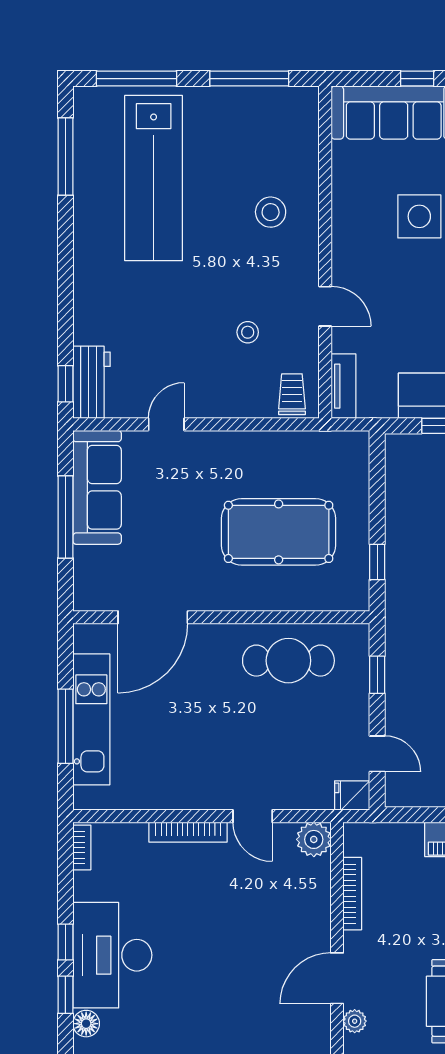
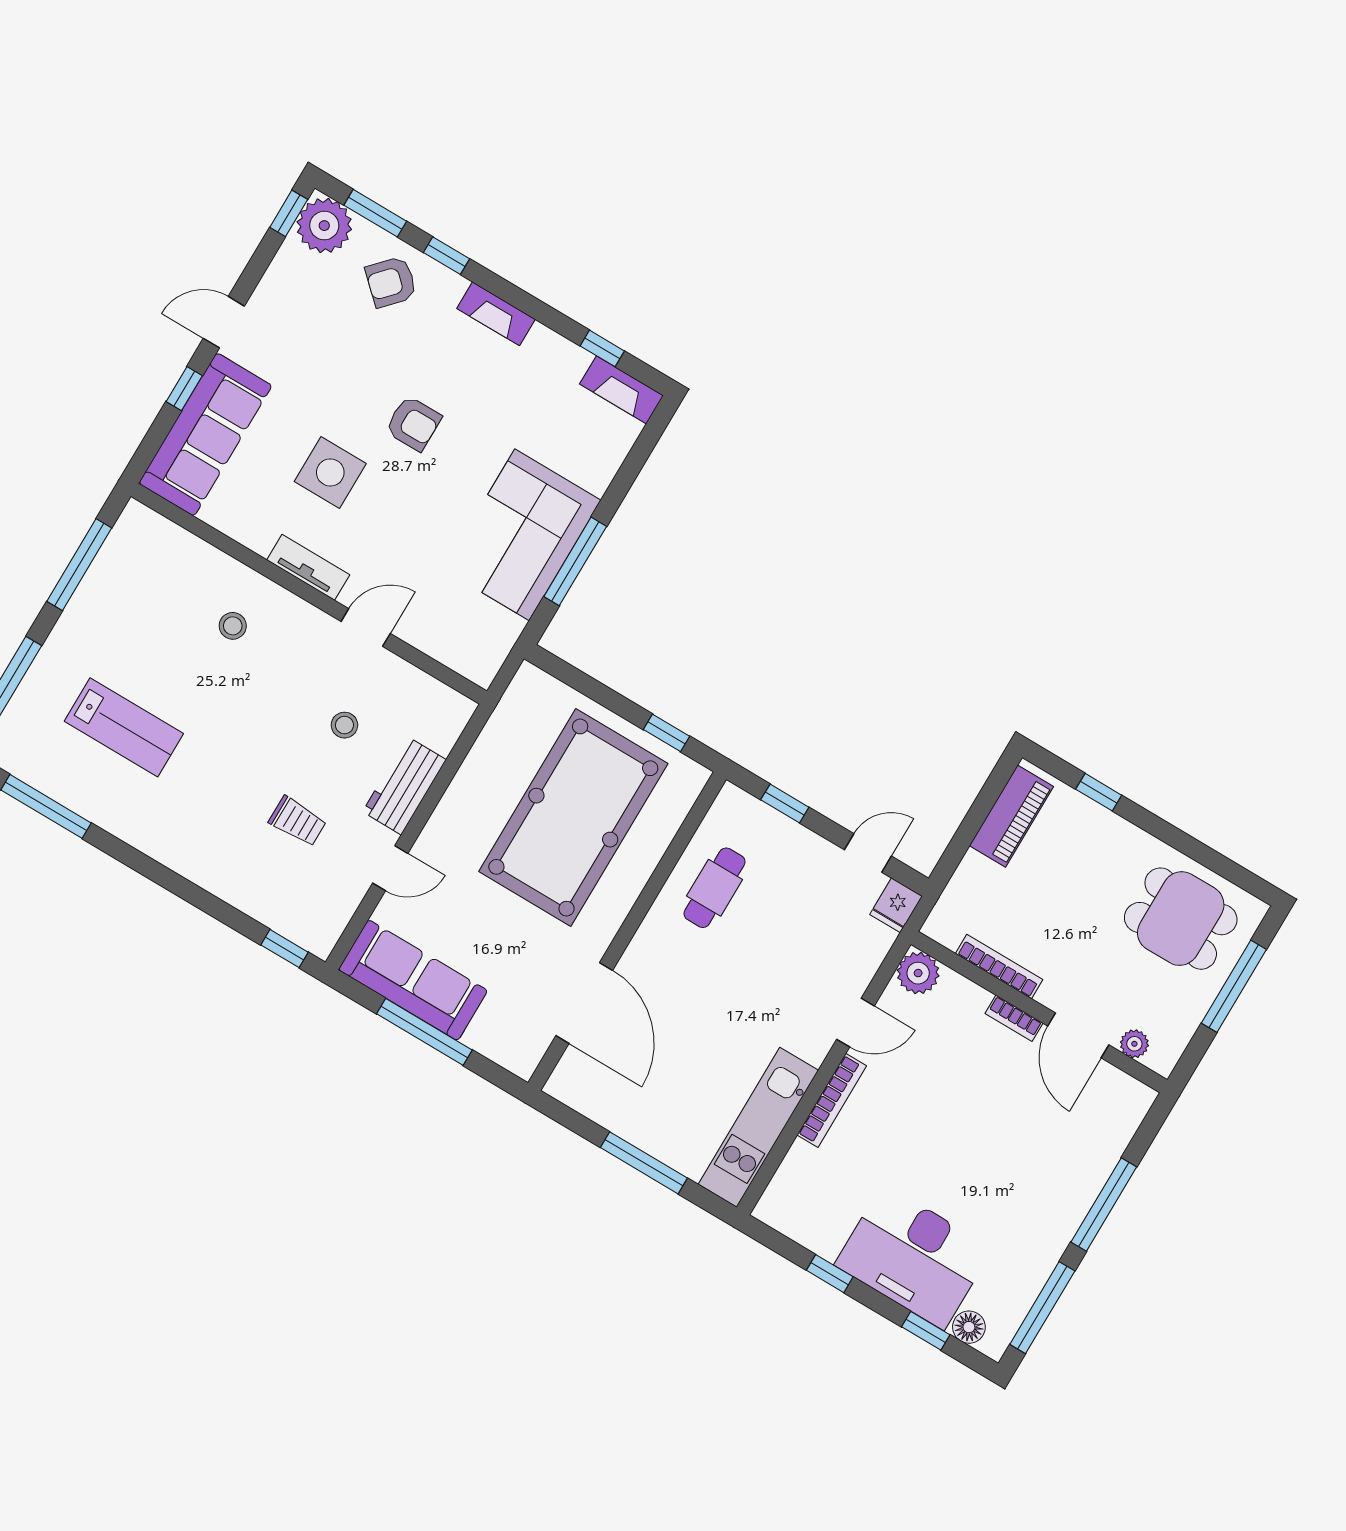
lab bench: (154, 178) -> (124, 727), width x0.54, depth x0.72
stool: (271, 212) -> (233, 626), width x0.73, depth x0.73
workbench: (91, 382) -> (404, 786), moved, turned -90
tv unit: (343, 386) -> (308, 567), moved
trolley: (292, 394) -> (297, 821), moved, turned 180
door: (166, 424) -> (390, 868), swing flipped
pool table: (279, 532) -> (573, 818), width x1.36, depth x1.32
cafe table: (288, 661) -> (715, 888), width x0.73, depth x0.74
kitchen unit: (91, 719) -> (758, 1127), moved, turned -90
bookcase: (82, 847) -> (1014, 1018), moved, turned 180
window: (65, 942) -> (830, 1274), moved

